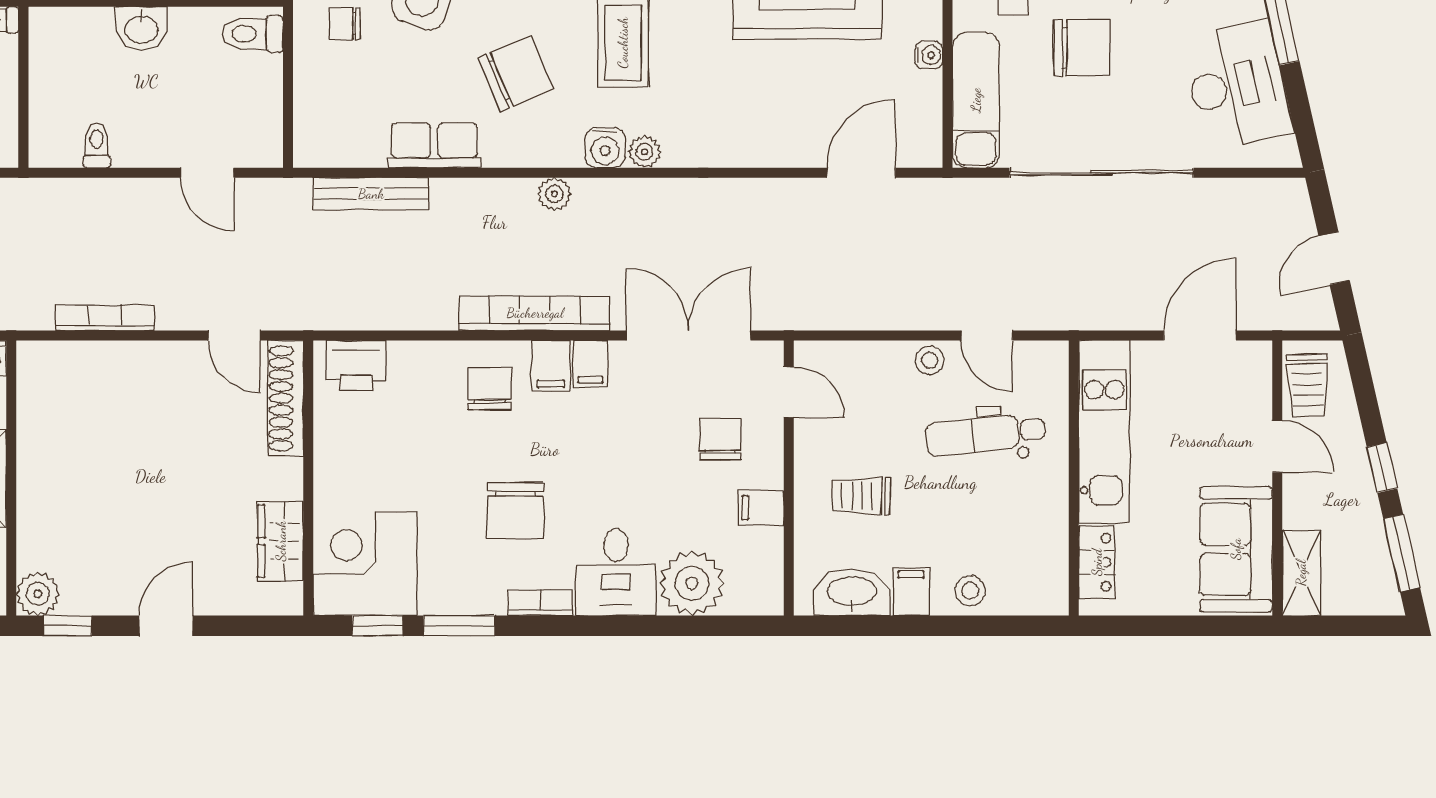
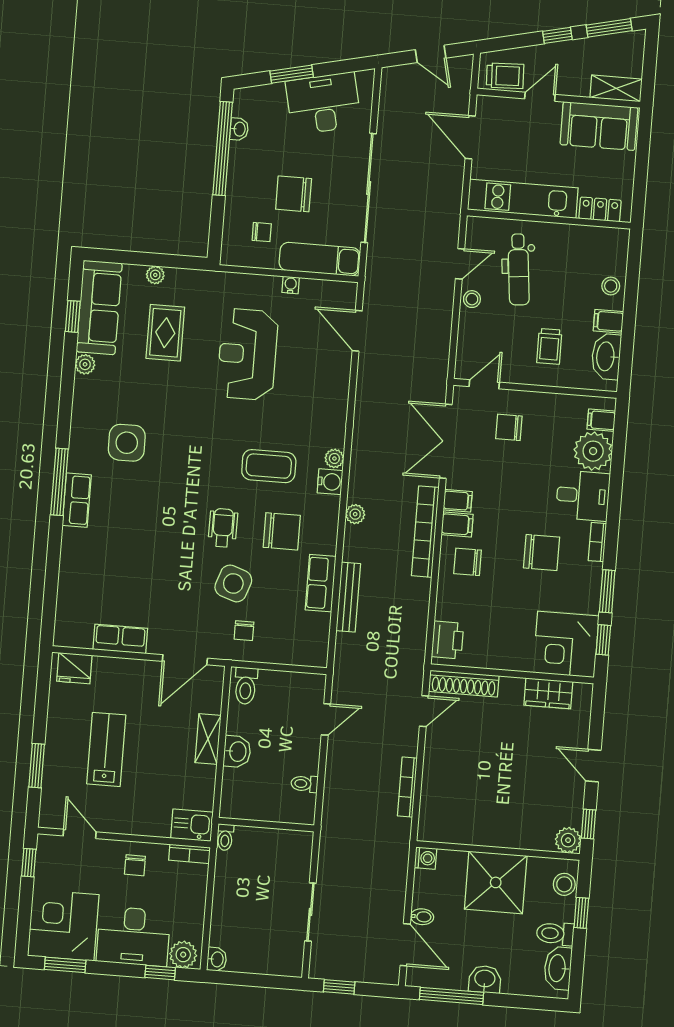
chair: (1081, 48) -> (294, 194), turned -90
chair: (516, 74) -> (282, 531), turned 113
bench: (371, 194) -> (348, 597), moved
filing cabinet: (761, 508) -> (601, 420), moved, turned 90

